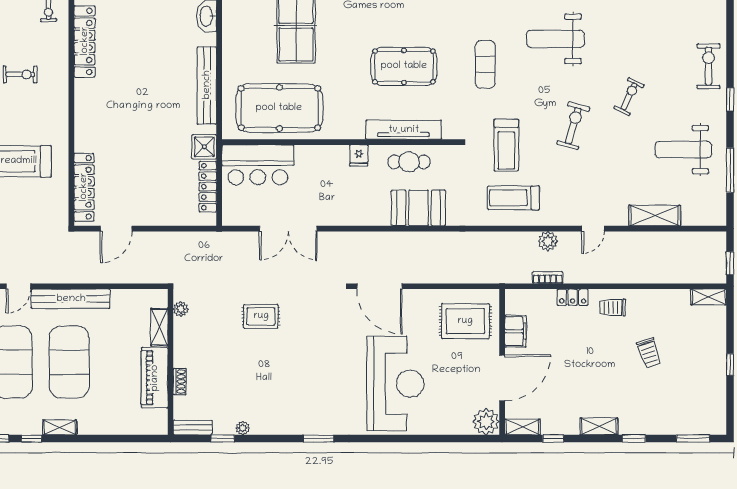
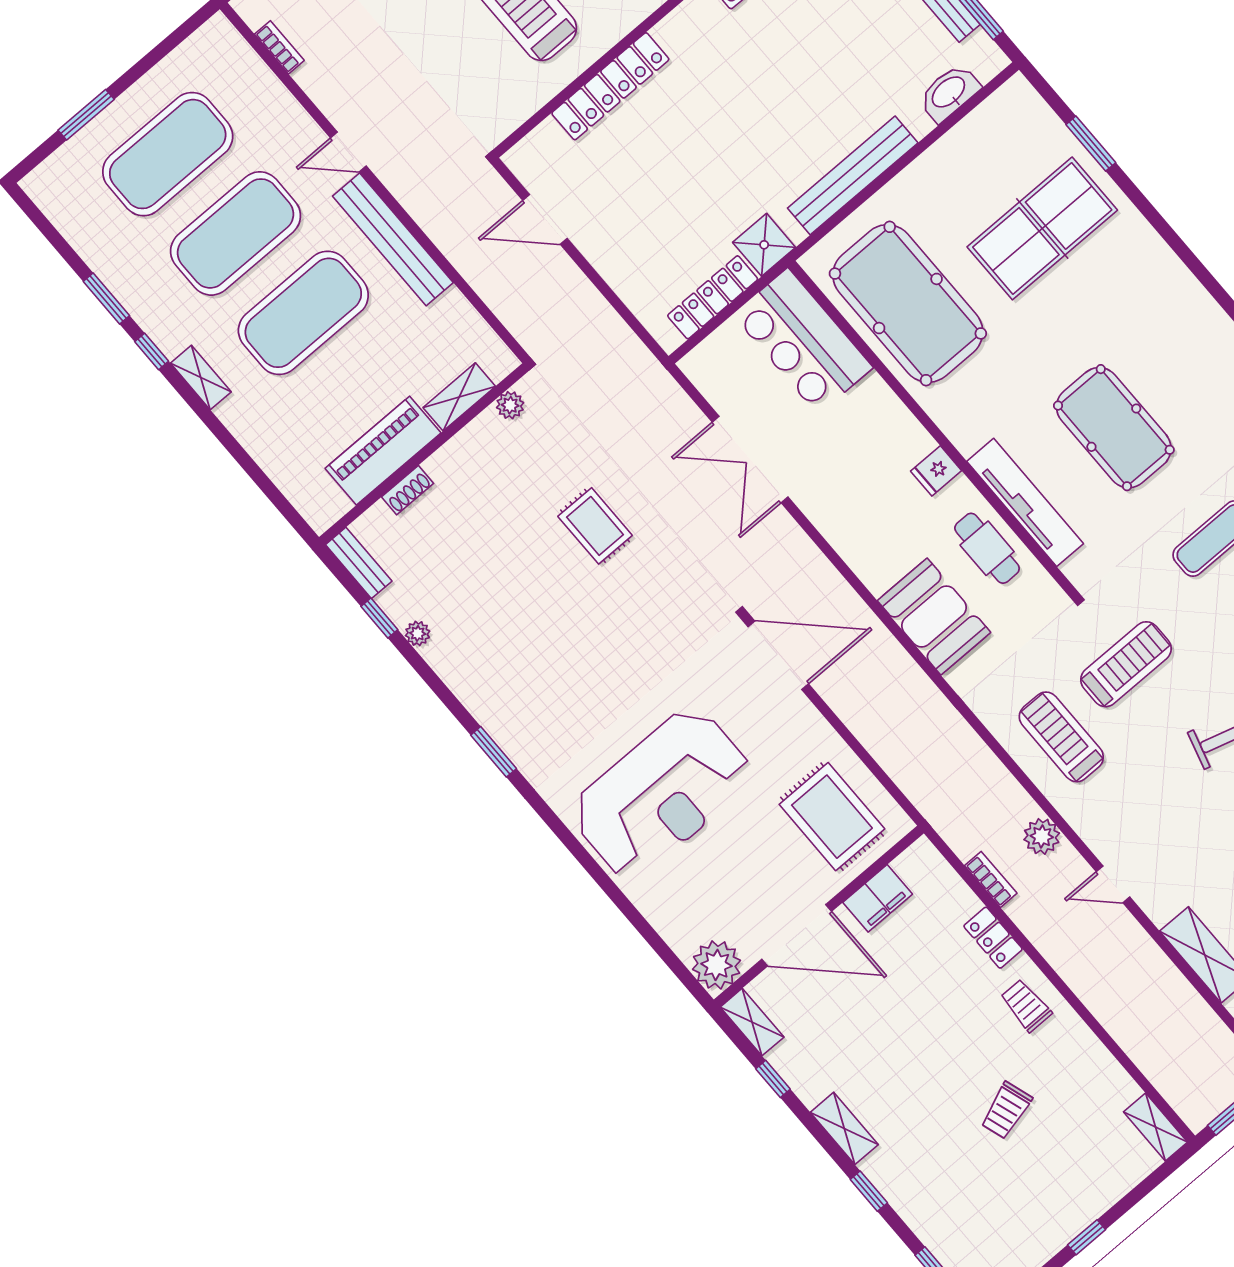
treadmill: (506, 145) -> (1126, 664), turned 180
locker: (84, 187) -> (610, 86), moved
door: (379, 286) -> (778, 655), swing flipped

